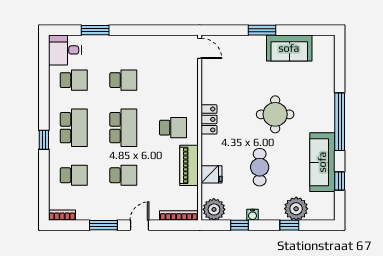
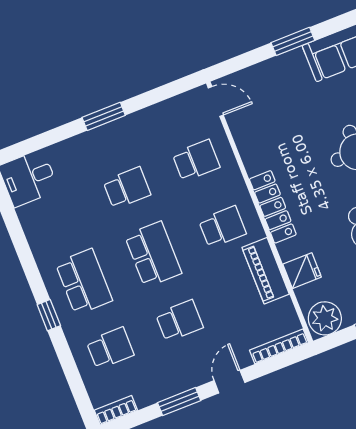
window: (95, 30) -> (104, 116), moved
school desk: (74, 80) -> (196, 160), moved
locker: (209, 119) -> (273, 207), width x1.53

